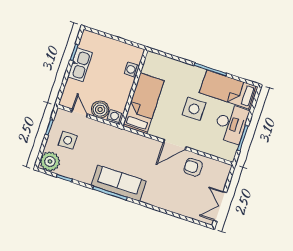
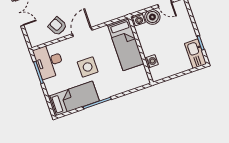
kitchen sink: (80, 65) -> (196, 54), moved
desk: (231, 123) -> (49, 61), moved
armchair: (193, 167) -> (57, 26), turned -119

